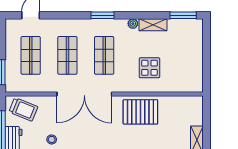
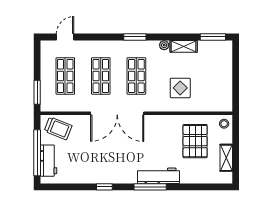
pallet: (140, 112) -> (195, 141), moved, turned 90
stool: (52, 139) -> (224, 124), moved

